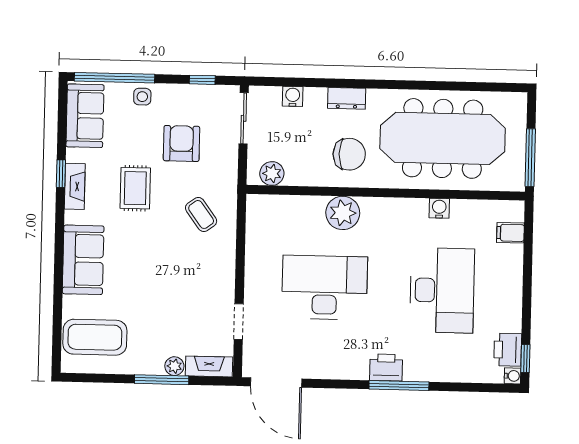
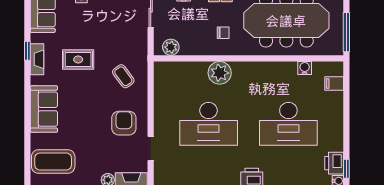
armchair: (181, 143) -> (124, 123), moved
chair: (349, 154) -> (223, 33), width x0.54, depth x0.54
rug: (135, 188) -> (78, 59), turned 90
water cooler: (439, 208) -> (305, 68), moved
desk: (325, 287) -> (209, 124), turned 180
desk: (442, 290) -> (288, 124), turned 90

